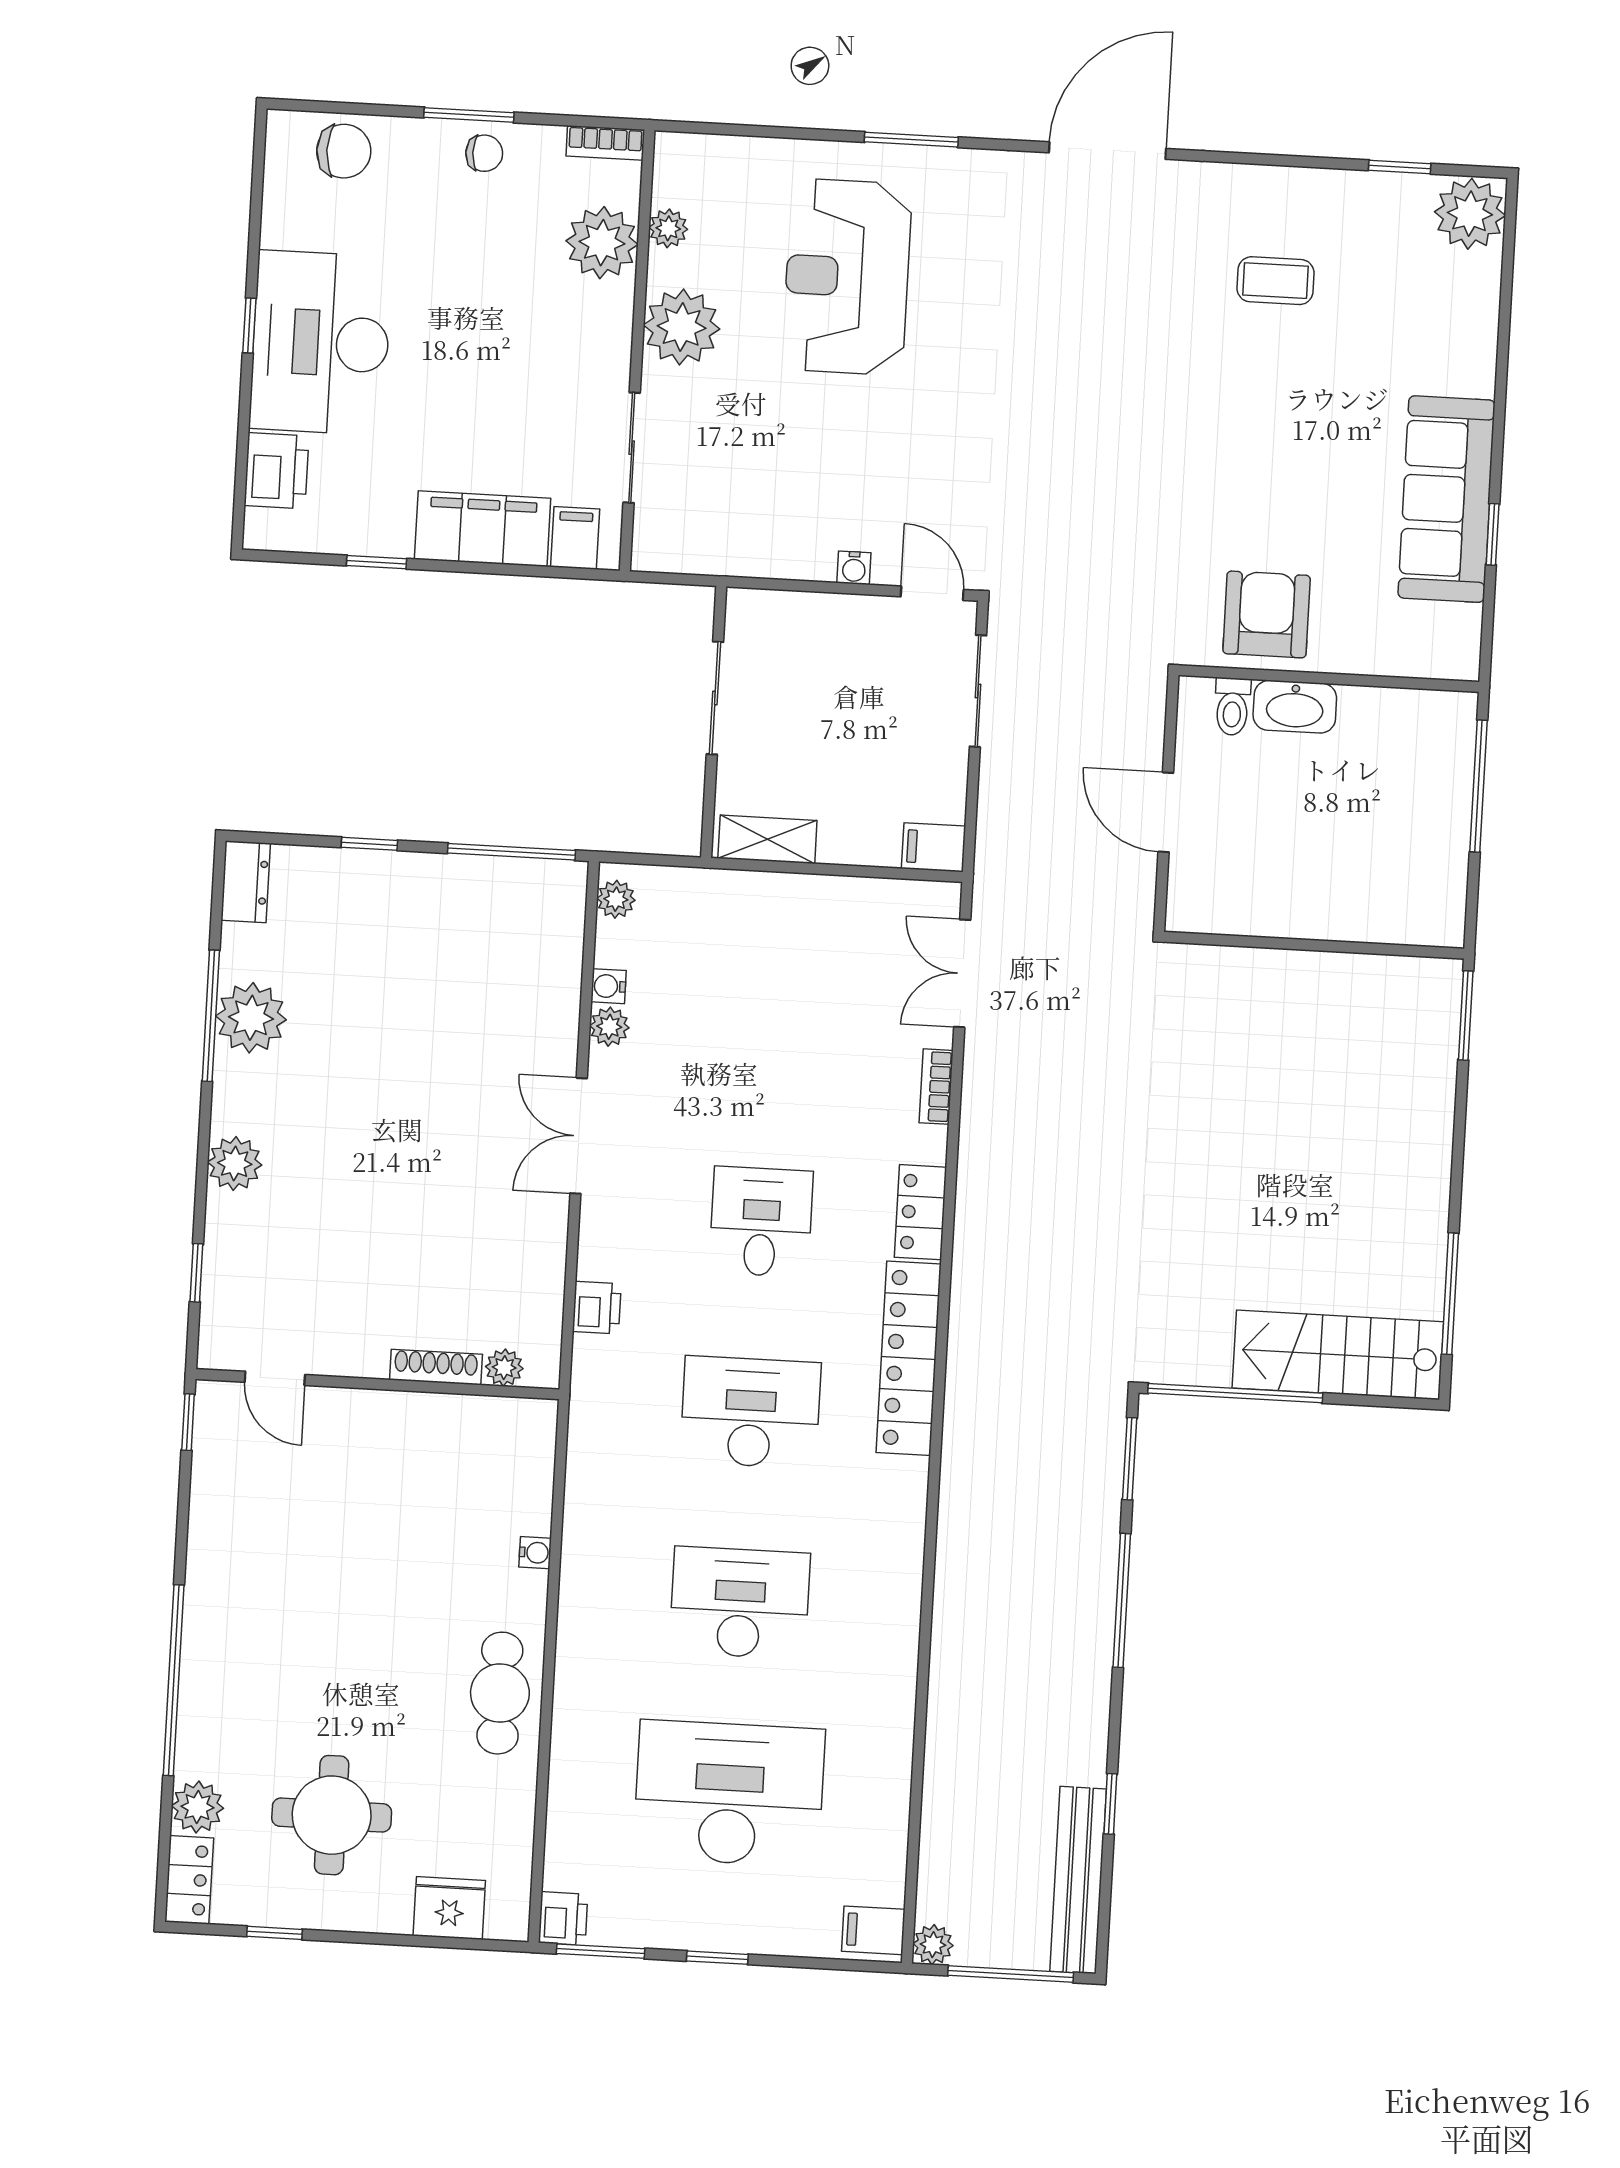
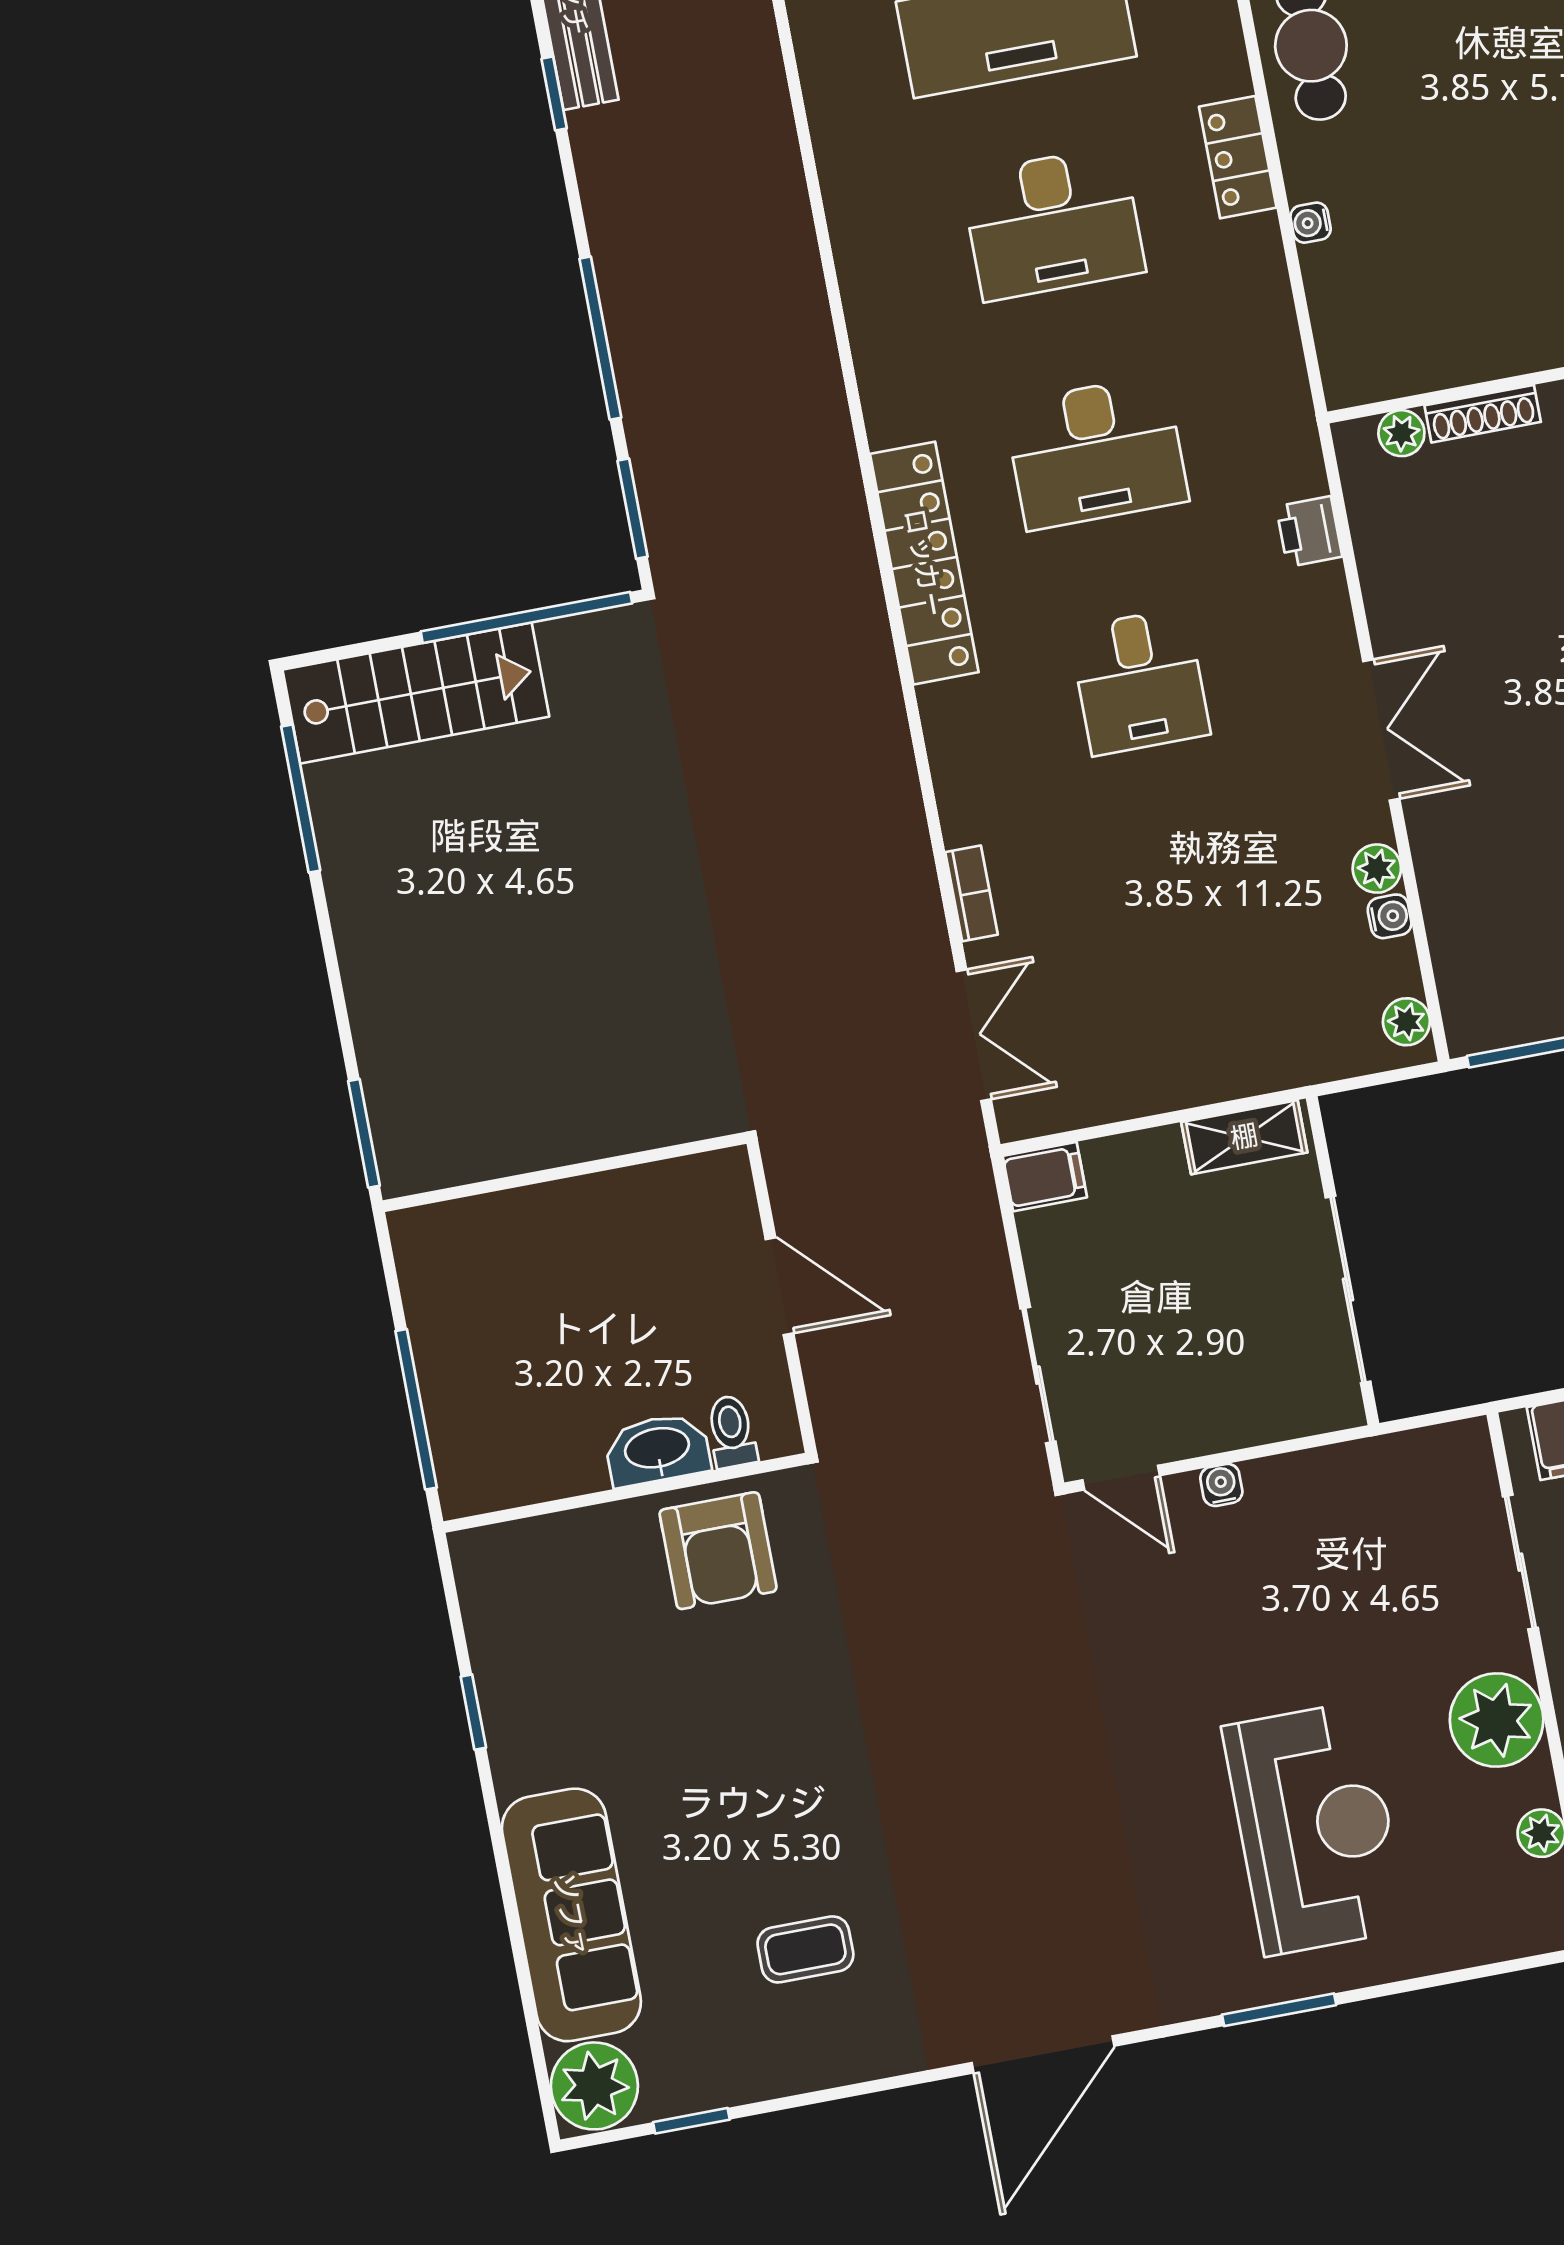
sofa: (1447, 499) -> (571, 1915), moved
sliding door: (715, 698) -> (1348, 1290), width x1.37
locker: (920, 1212) -> (1238, 157), moved, turned 180

